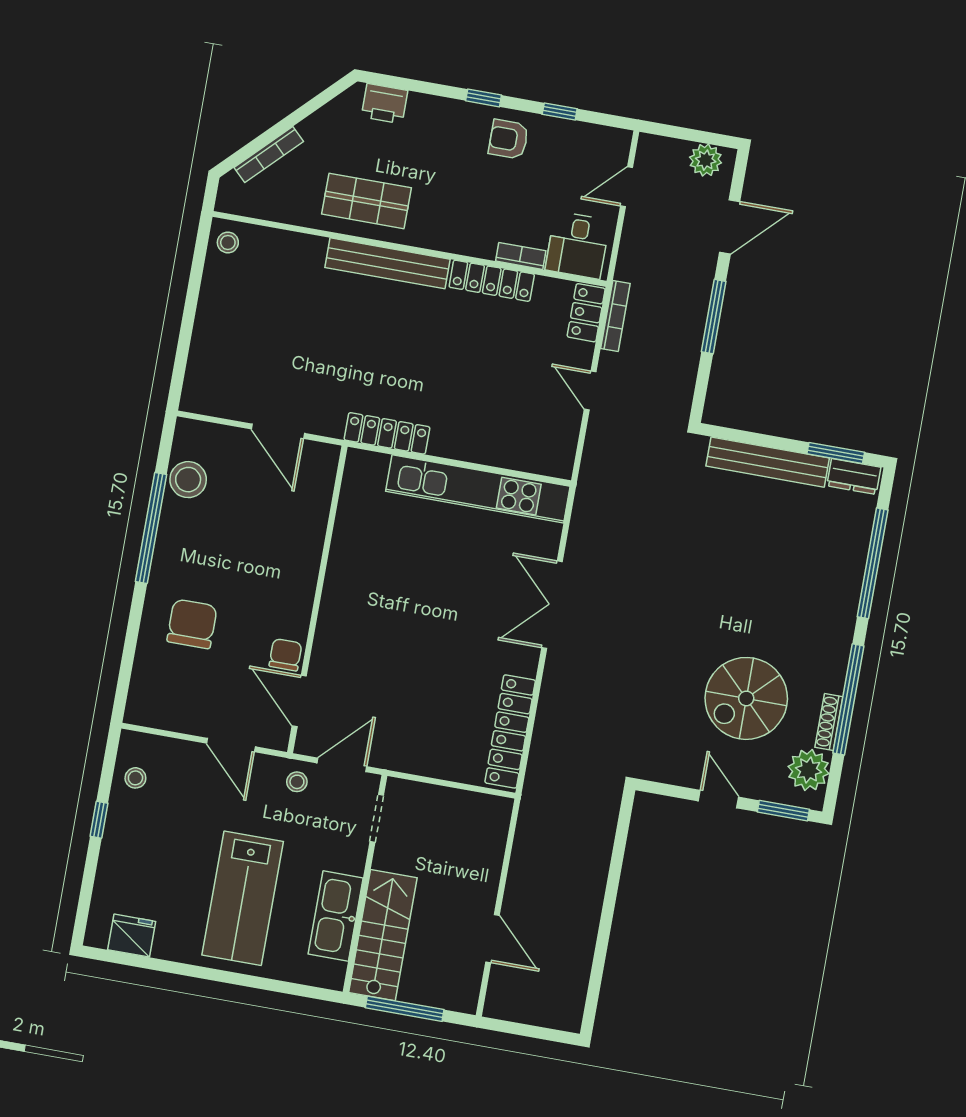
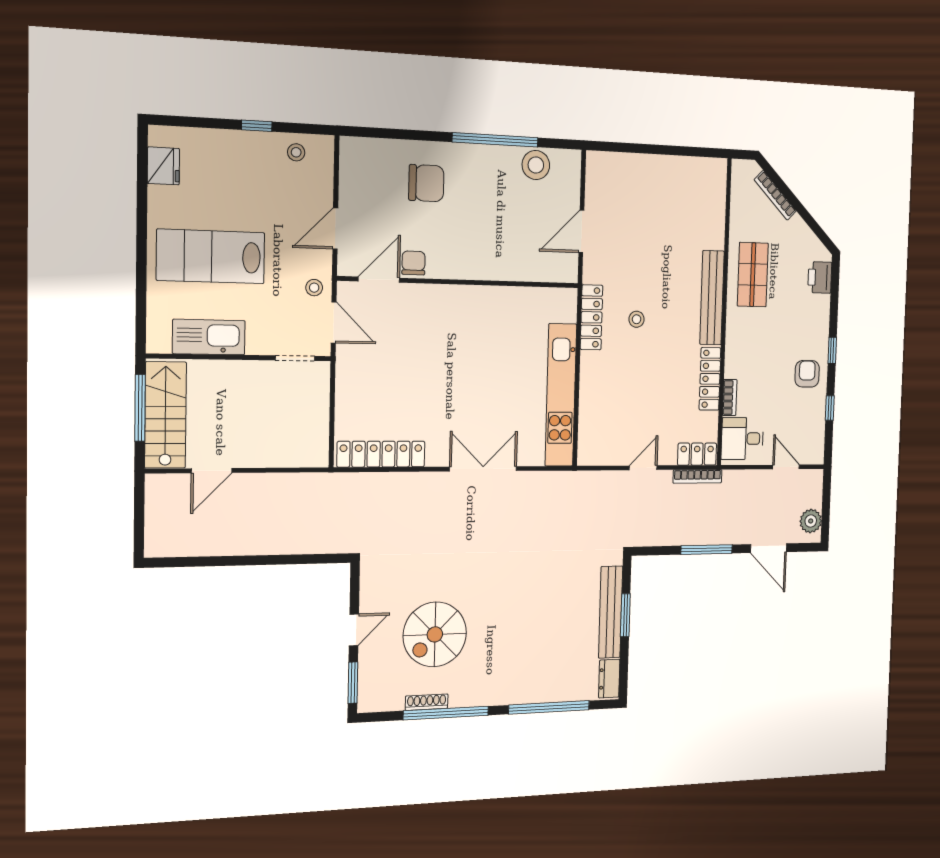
stool: (228, 242) -> (637, 319), moved
window: (836, 453) -> (625, 615), moved
chair: (285, 655) -> (414, 263), turned -90
spiral stairs: (746, 698) -> (435, 634), turned -90
plant: (809, 770) -> (388, 695), removed
stairs: (383, 935) -> (165, 415), moved, turned -90

